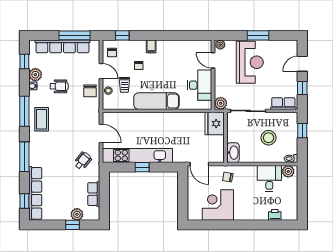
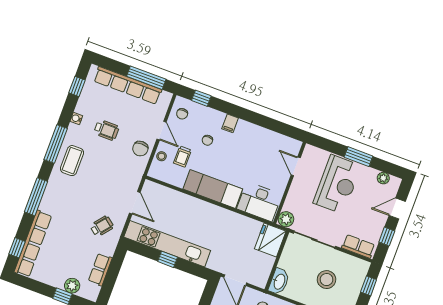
plant: (220, 45) -> (383, 178), moved
plant: (35, 75) -> (84, 106), removed
desk: (200, 85) -> (259, 202), moved, turned 90

